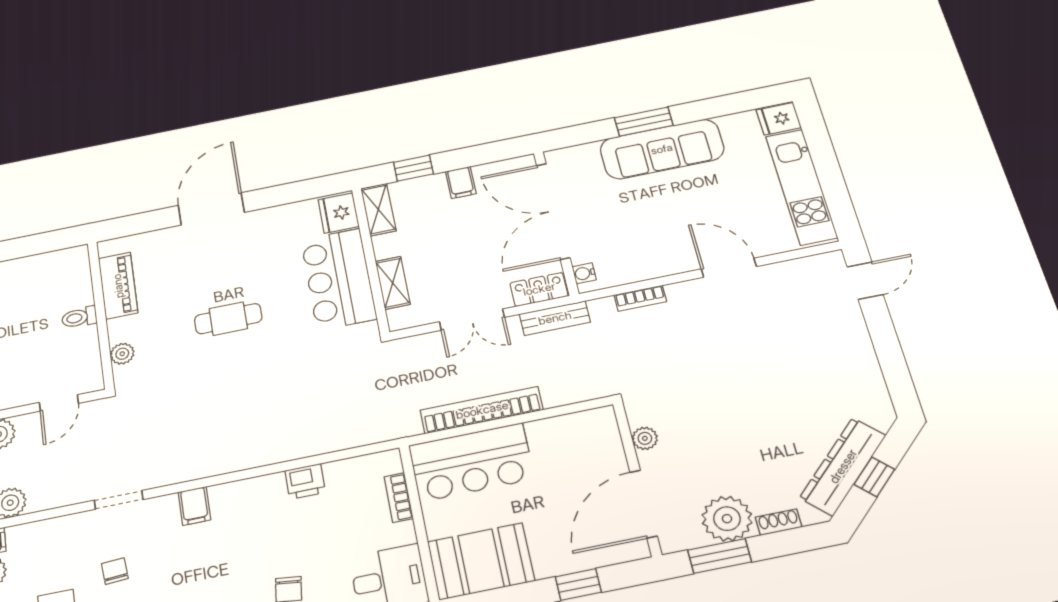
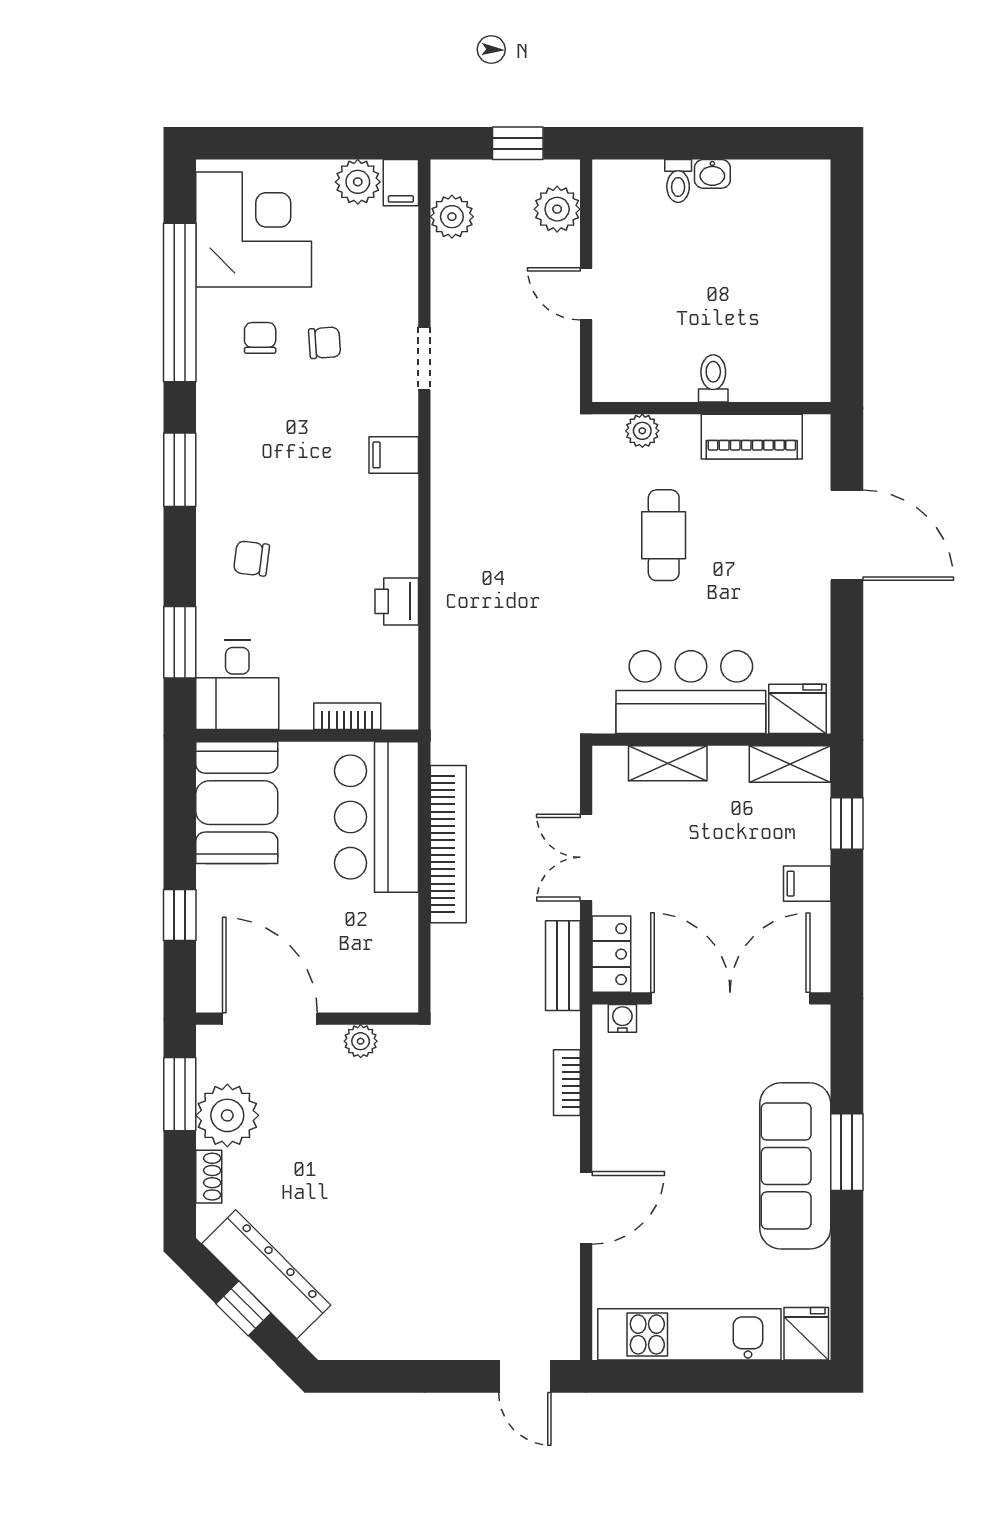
piano: (118, 286) -> (752, 437), moved
wall: (101, 314) -> (711, 408), moved
toilet: (79, 317) -> (713, 378), moved
plant: (122, 354) -> (642, 431), moved

